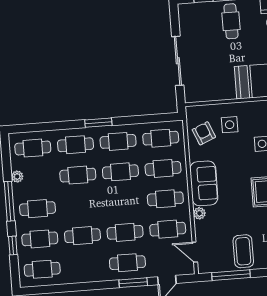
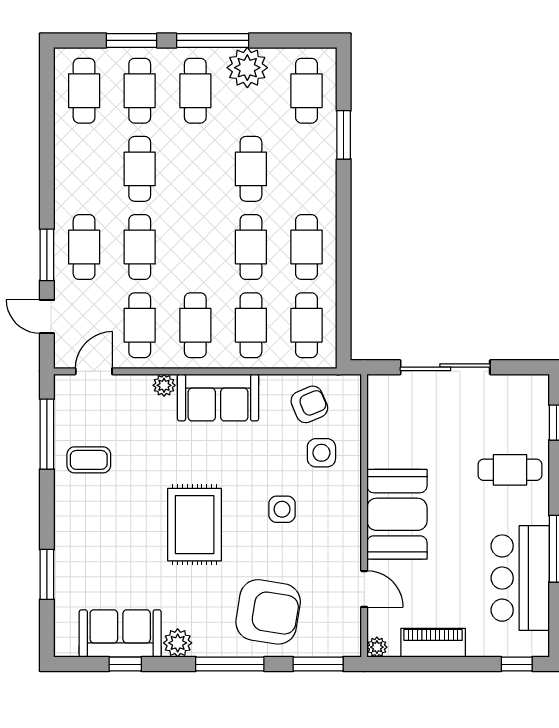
window: (98, 123) -> (344, 135), moved
cafe table: (75, 145) -> (306, 169), removed
plant: (17, 177) -> (247, 68), width x1.88, depth x1.88
window: (13, 245) -> (132, 40), width x1.50
coffee table: (243, 251) -> (89, 460), width x0.73, depth x0.77

